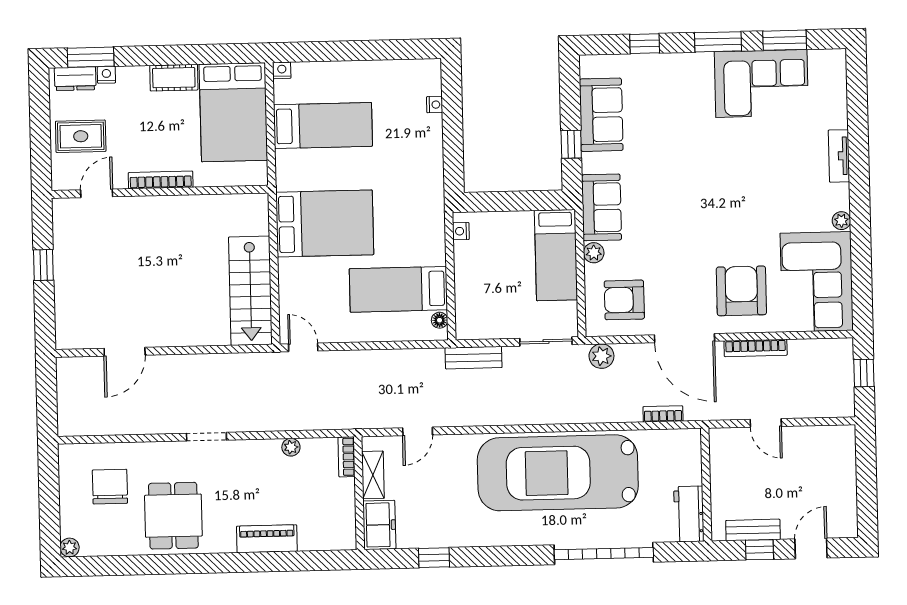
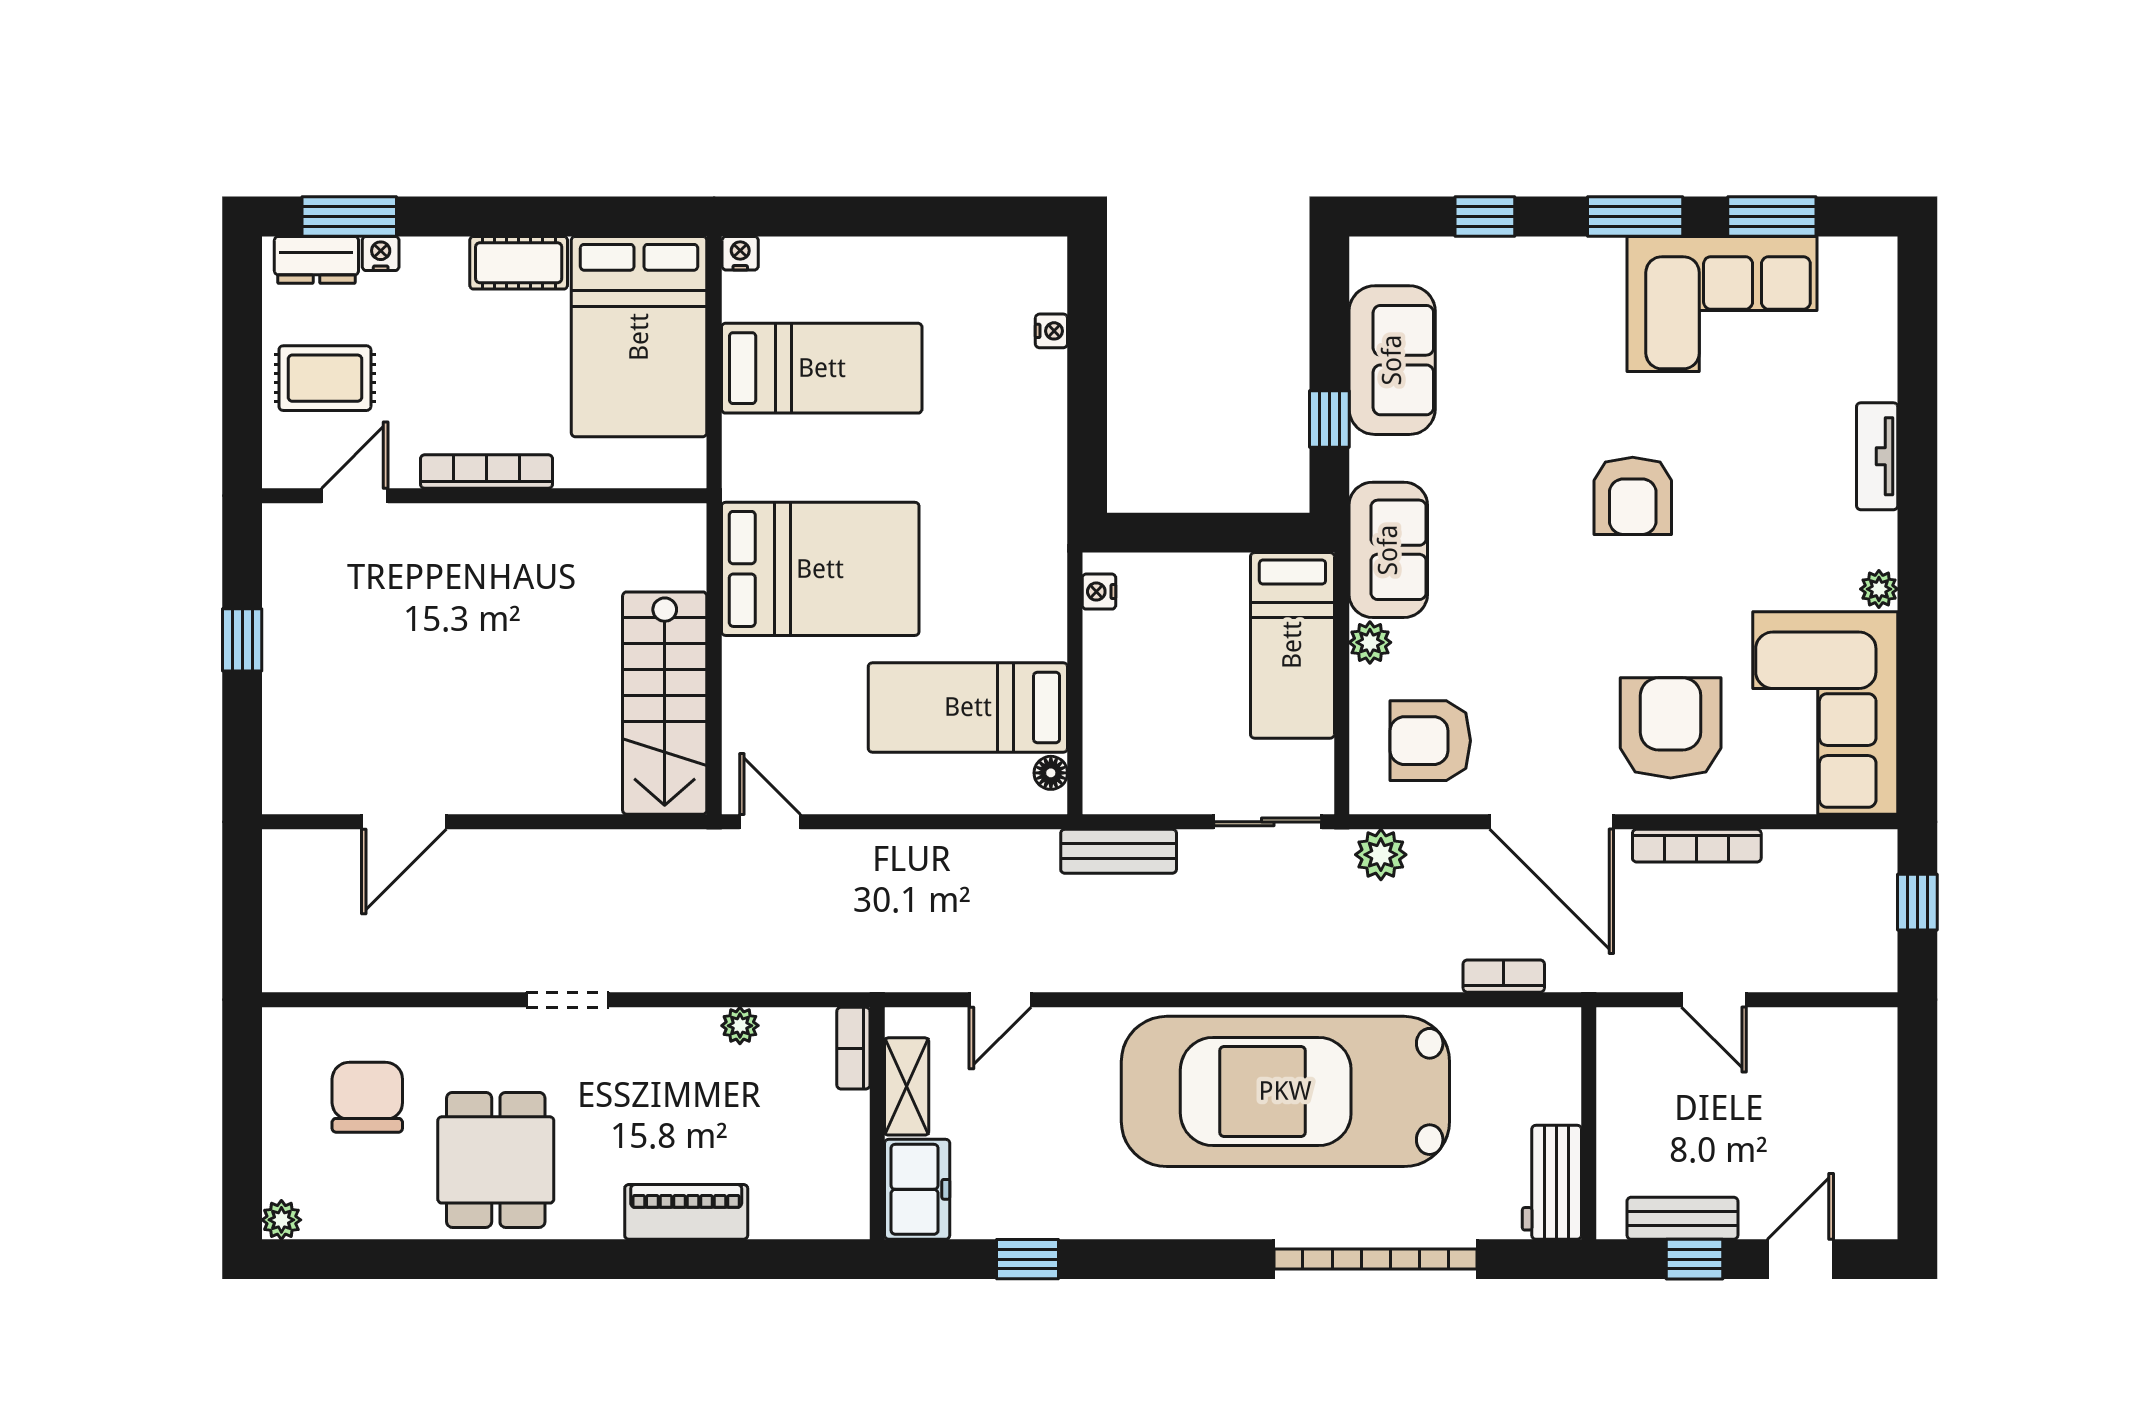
armchair: (720, 178) -> (1633, 496), added

